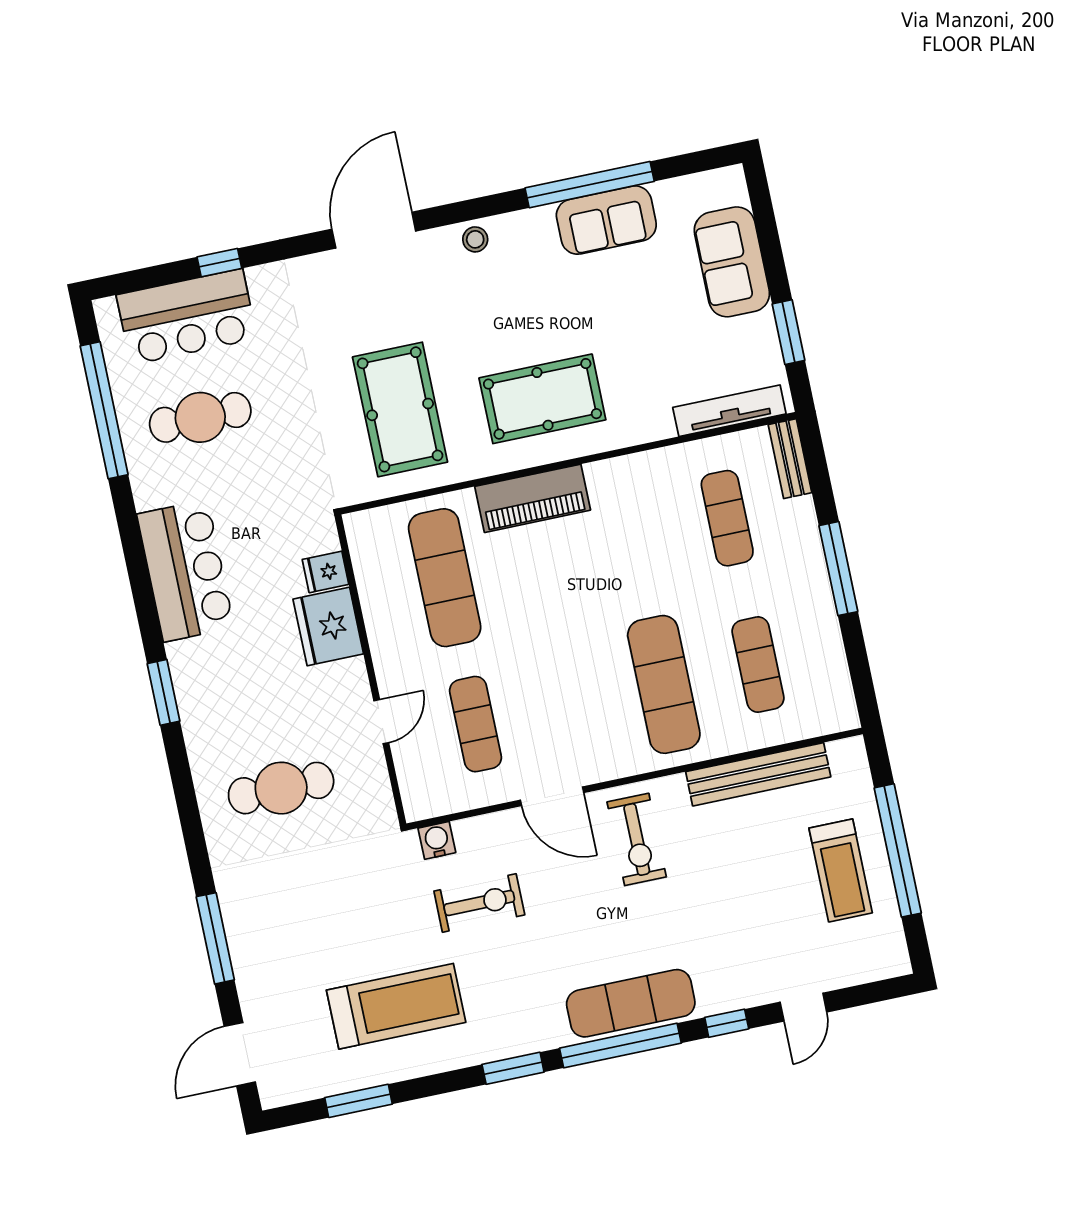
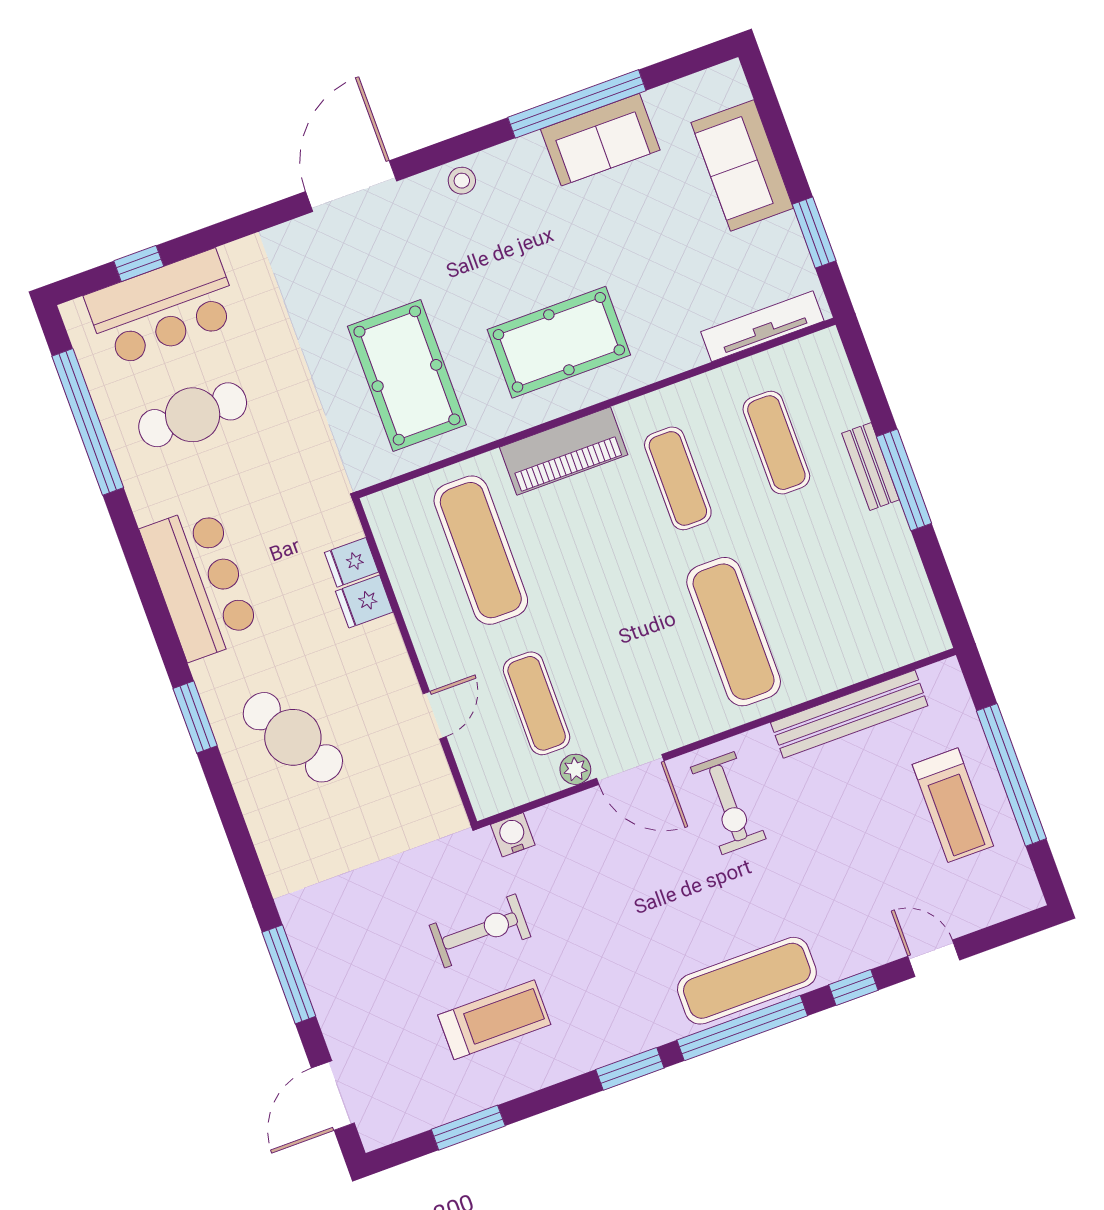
window: (219, 263) -> (139, 263), moved
bench: (790, 459) -> (871, 466), moved
fridge: (328, 626) -> (364, 602), width x0.53, depth x0.75
exercise mat: (758, 665) -> (678, 478), moved
cafe table: (281, 788) -> (293, 737), moved, turned 60
plant: (502, 789) -> (575, 769), added
exercise bike: (479, 903) -> (480, 931), moved
treadmill: (396, 1006) -> (494, 1020), width x0.73, depth x0.73
door: (803, 1007) -> (934, 958), swing flipped

